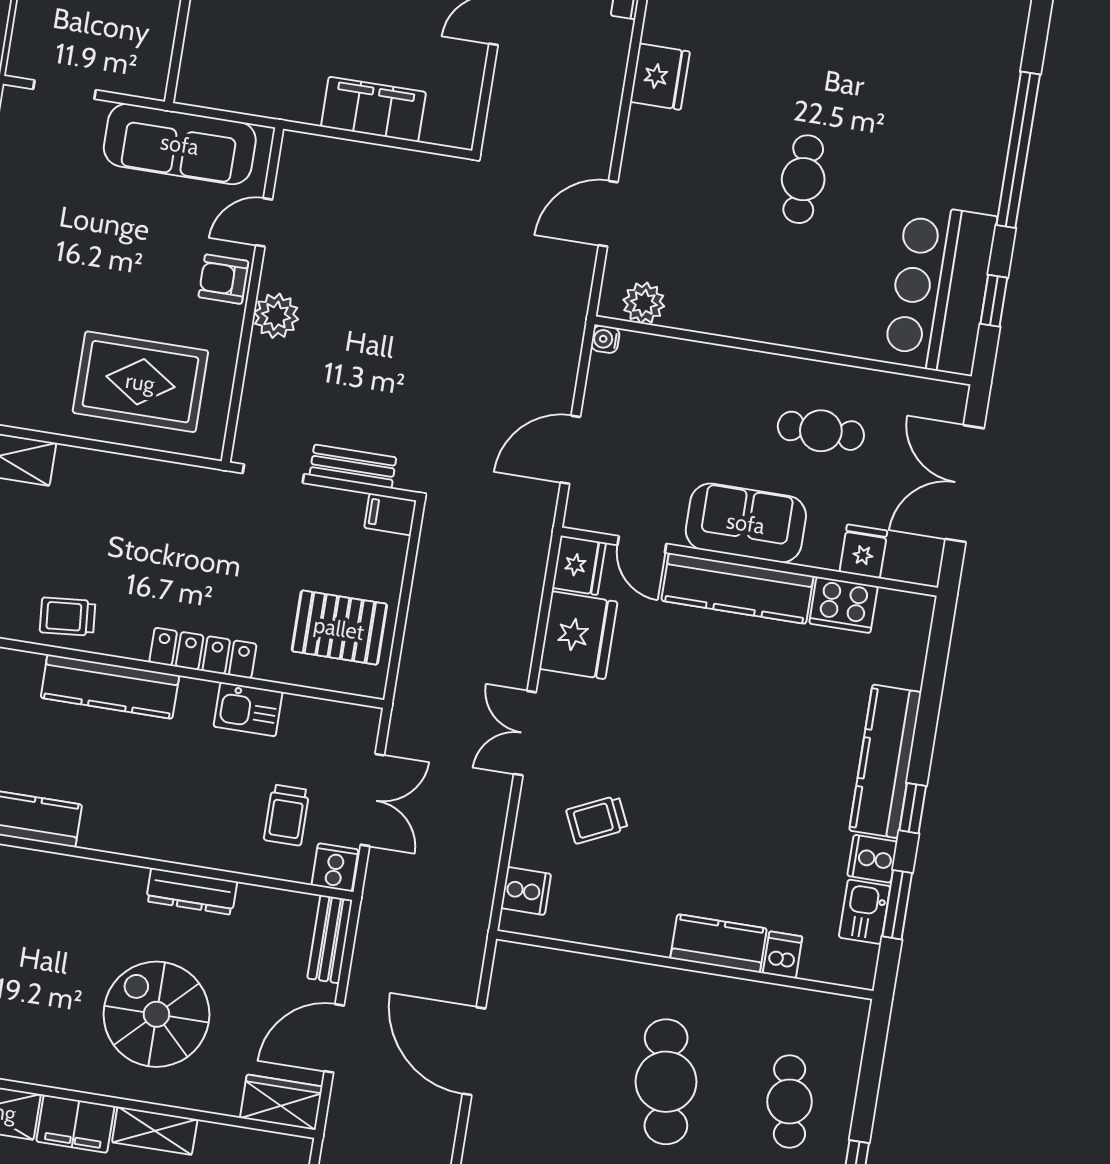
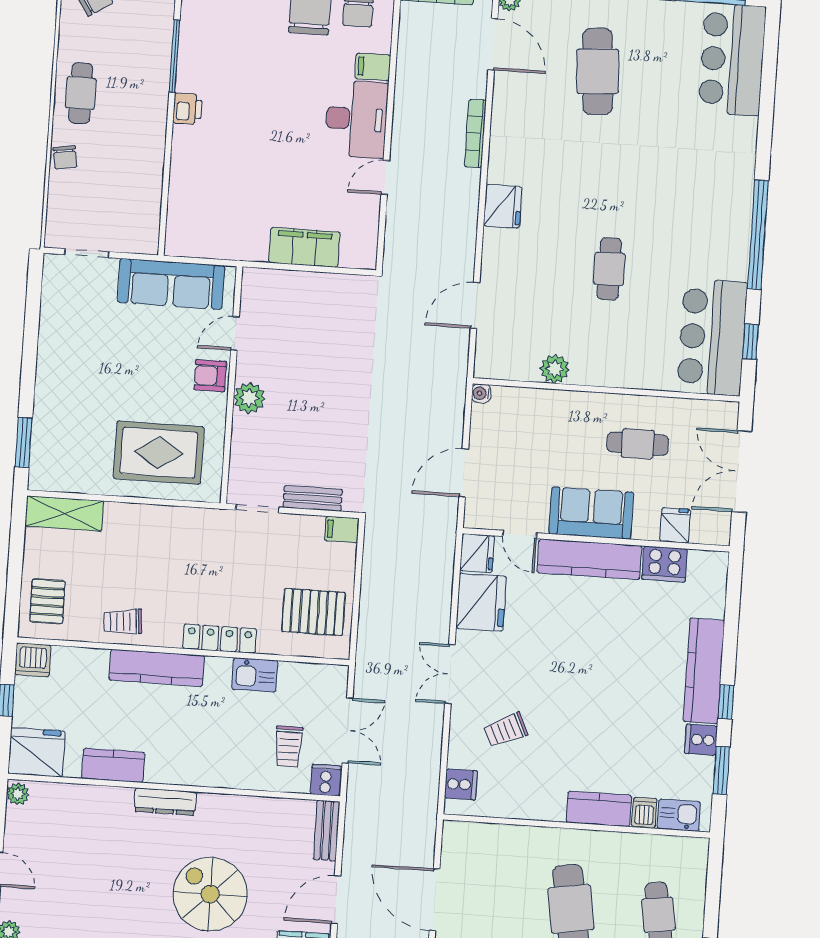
plant: (644, 303) -> (555, 369), moved
dresser: (192, 891) -> (165, 802), moved
kitchen sink: (865, 912) -> (679, 815), moved, turned 90

